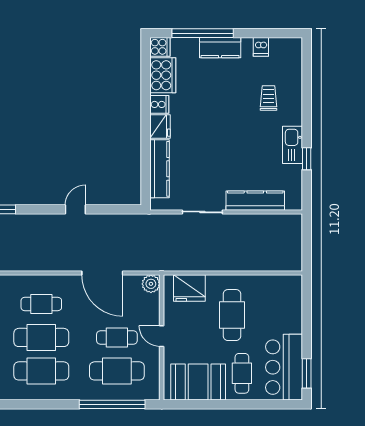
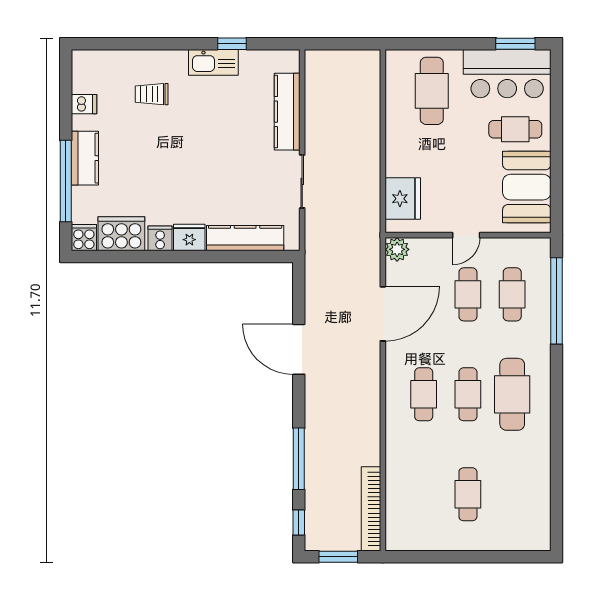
door: (75, 209) -> (299, 349), width x1.87
cafe table: (232, 315) -> (432, 91), moved, turned 90
cafe table: (41, 337) -> (468, 394), width x0.73, depth x0.74
cafe table: (117, 371) -> (512, 294), width x0.73, depth x0.74

